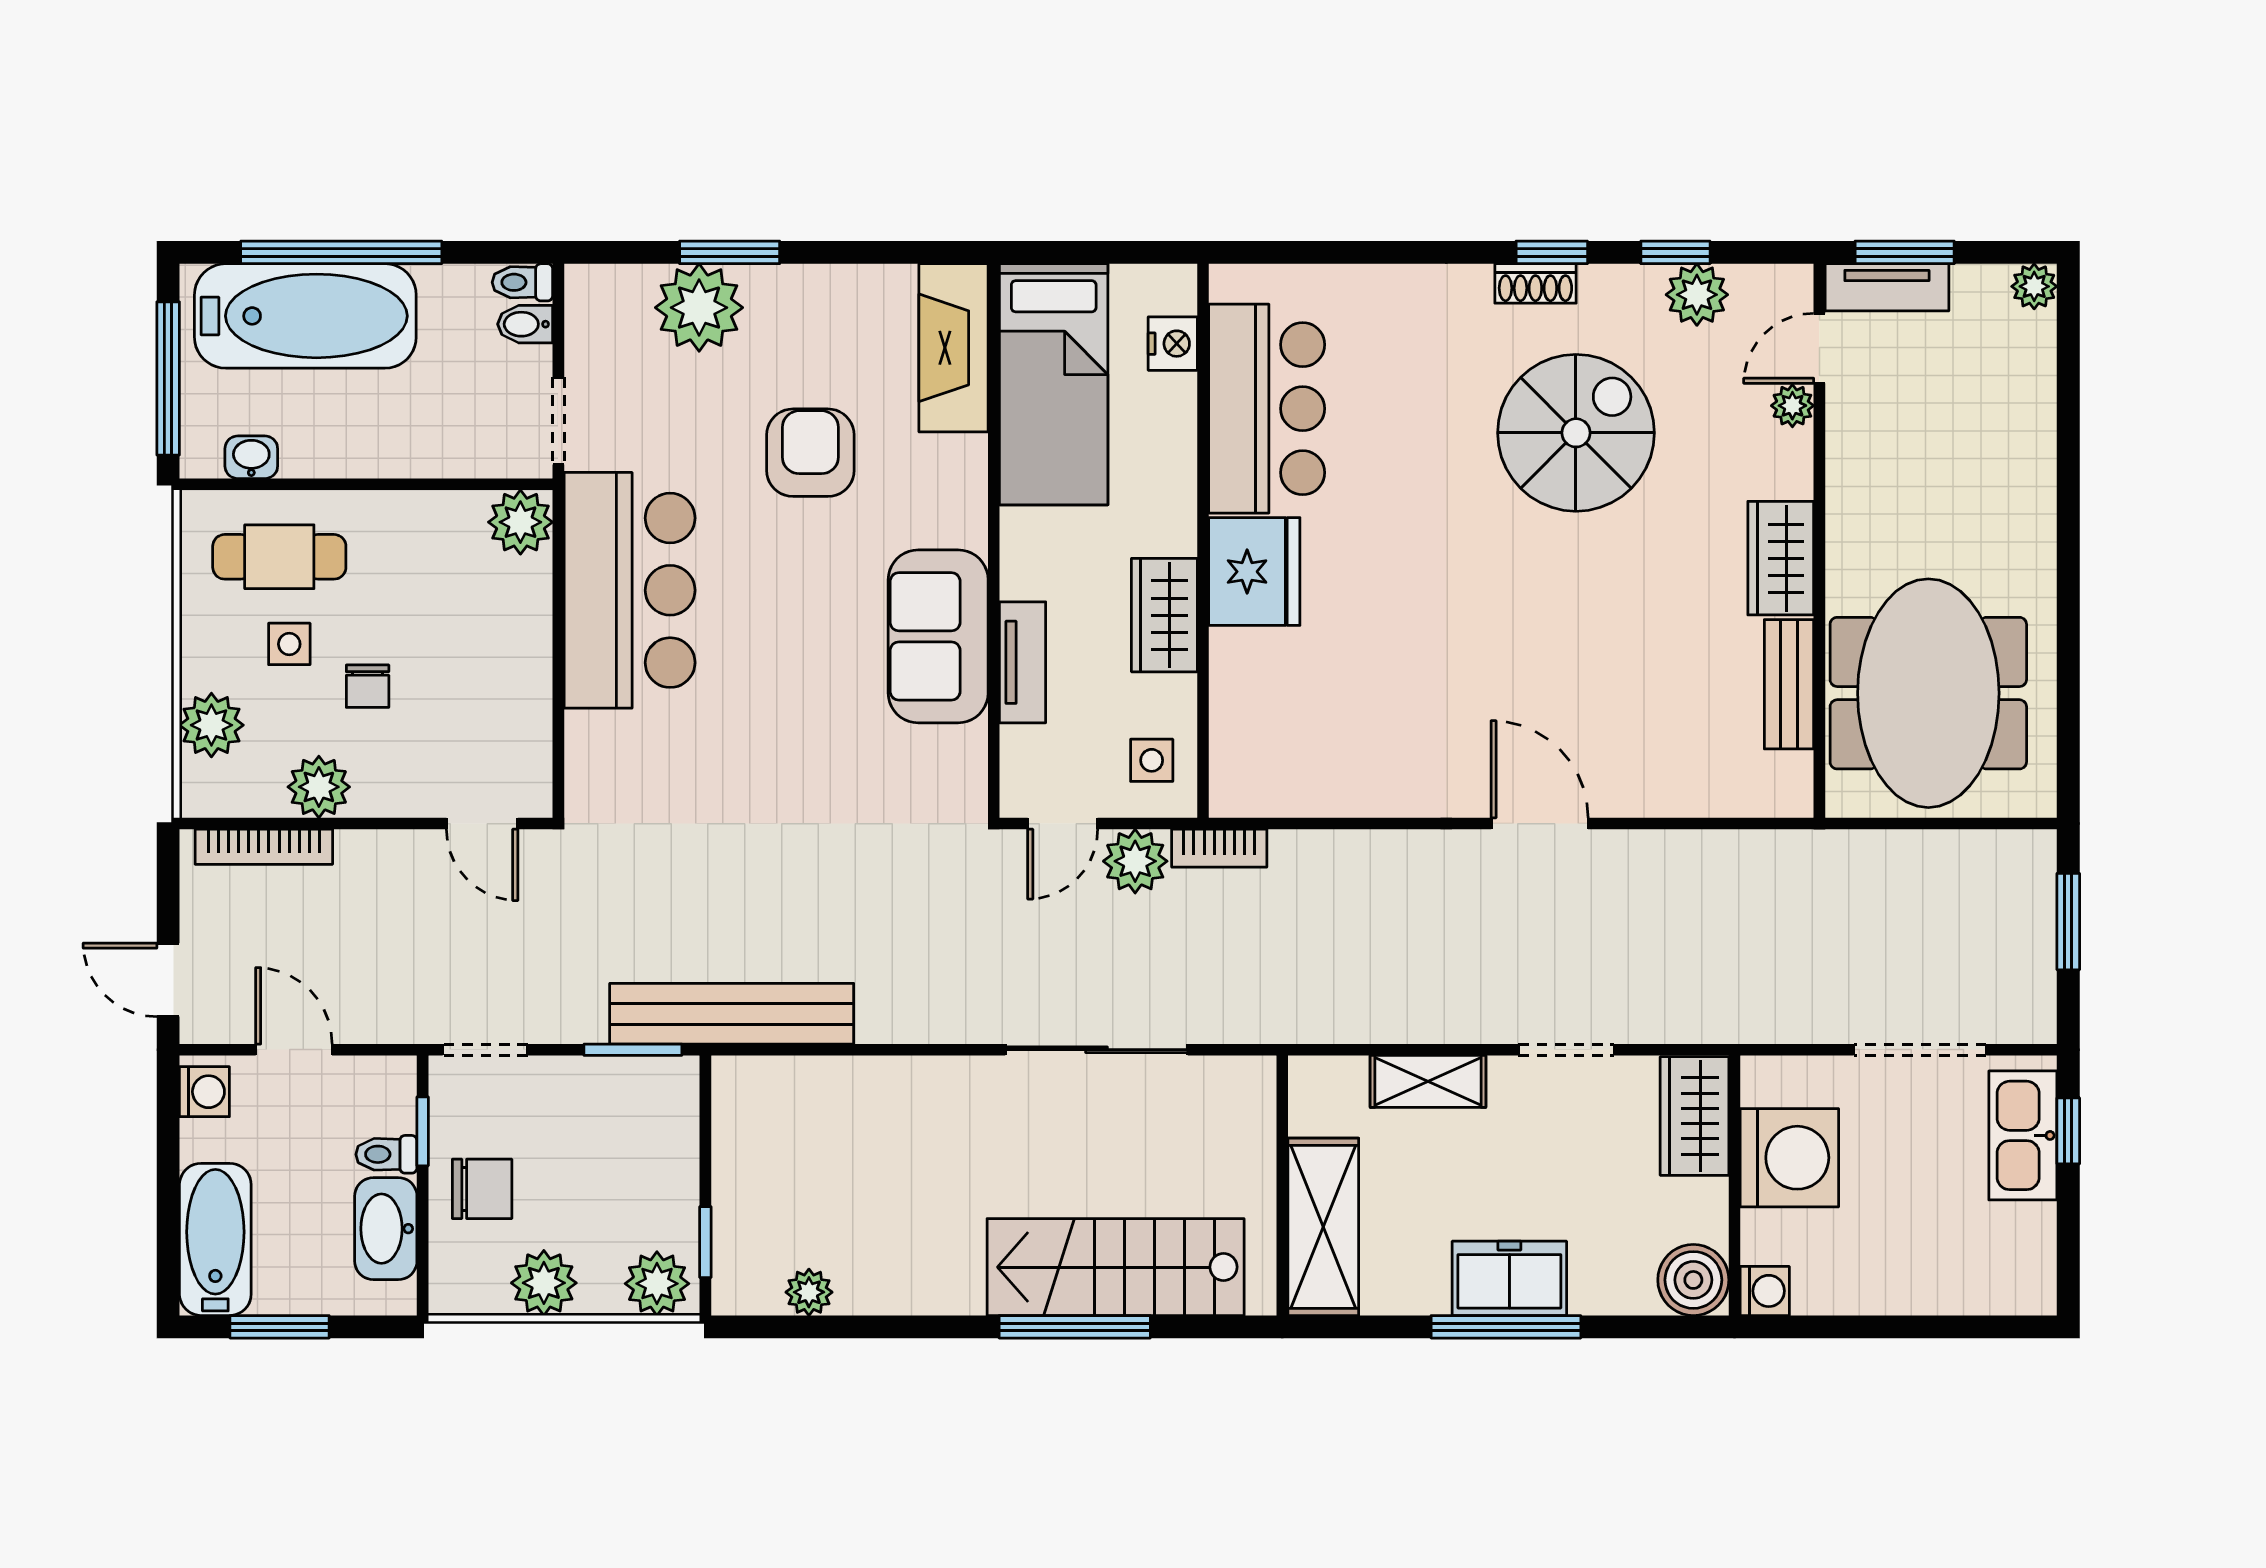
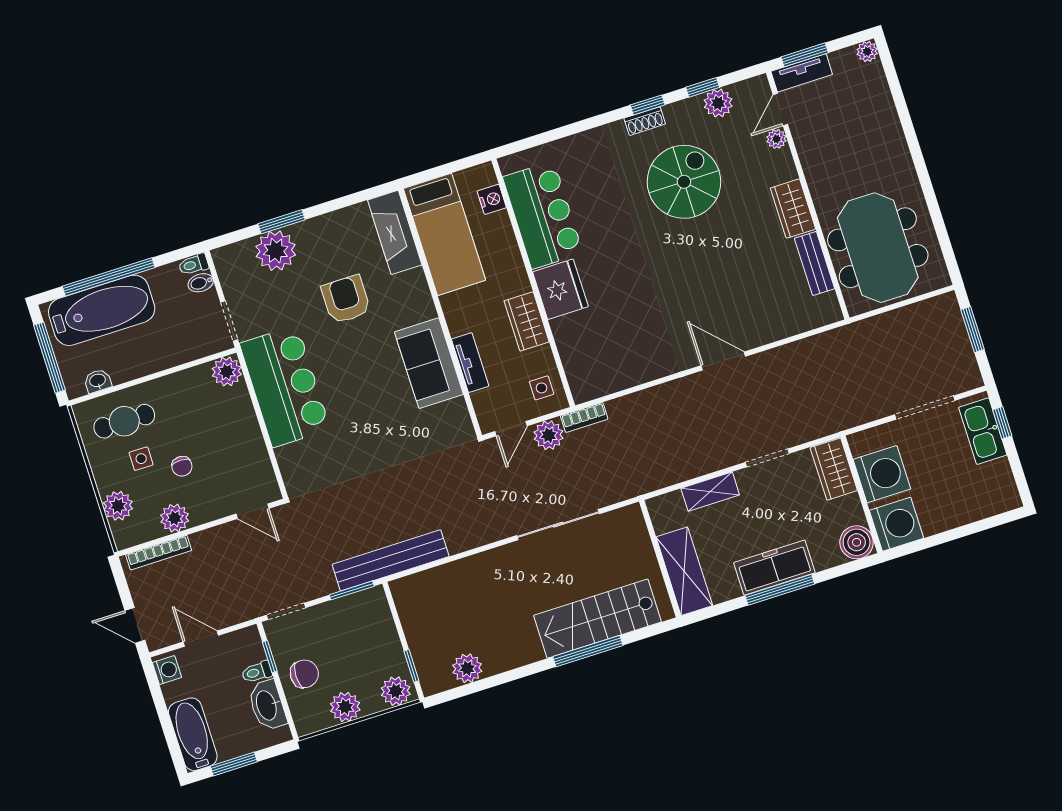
freezer: (1509, 1278) -> (774, 568), width x1.40
washing machine: (1765, 1291) -> (897, 524), width x1.89, depth x1.89
plant: (809, 1292) -> (467, 668), width x1.38, depth x1.38

